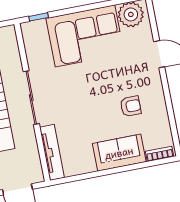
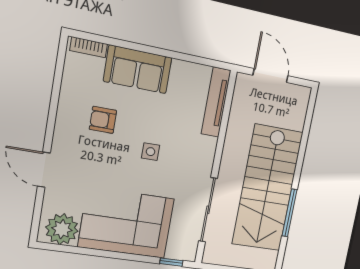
side table: (87, 96) -> (151, 152), added
sliding door: (31, 98) -> (208, 210), moved

